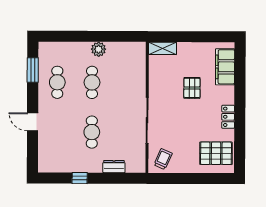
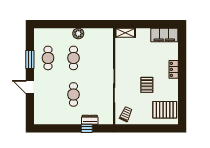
filing cabinet: (225, 67) -> (164, 35), moved, turned -90
window: (33, 70) -> (30, 59), moved
pallet: (192, 88) -> (147, 85), moved
locker: (228, 117) -> (174, 69), moved
window: (80, 178) -> (87, 128), moved

